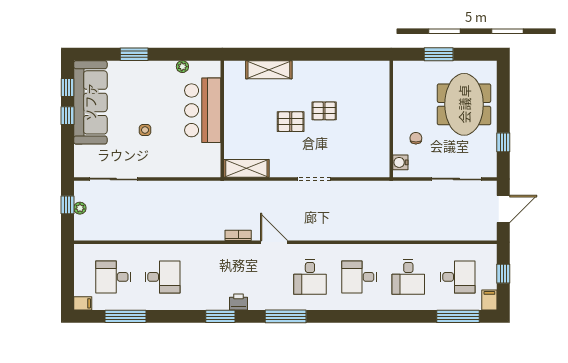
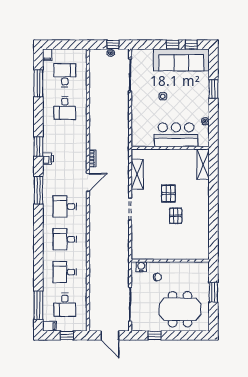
shelving: (269, 70) -> (203, 164), moved
shelving: (246, 168) -> (137, 174), moved
desk: (359, 277) -> (65, 239), turned -90

